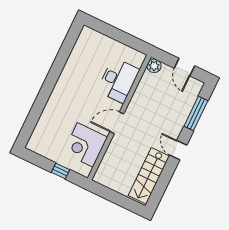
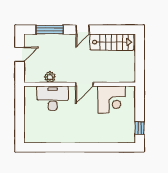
plant: (154, 66) -> (50, 77), moved
door: (117, 123) -> (84, 84), hinge flipped
window: (60, 171) -> (140, 128), moved

